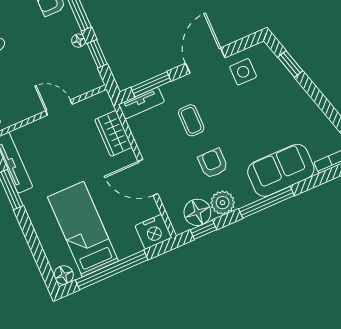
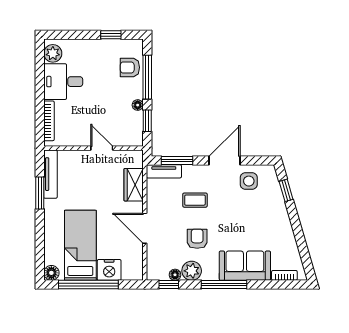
coffee table: (191, 120) -> (195, 200), turned 90
floor lamp: (197, 212) -> (175, 275), width x0.53, depth x0.53
nightstand: (153, 232) -> (109, 270), moved

